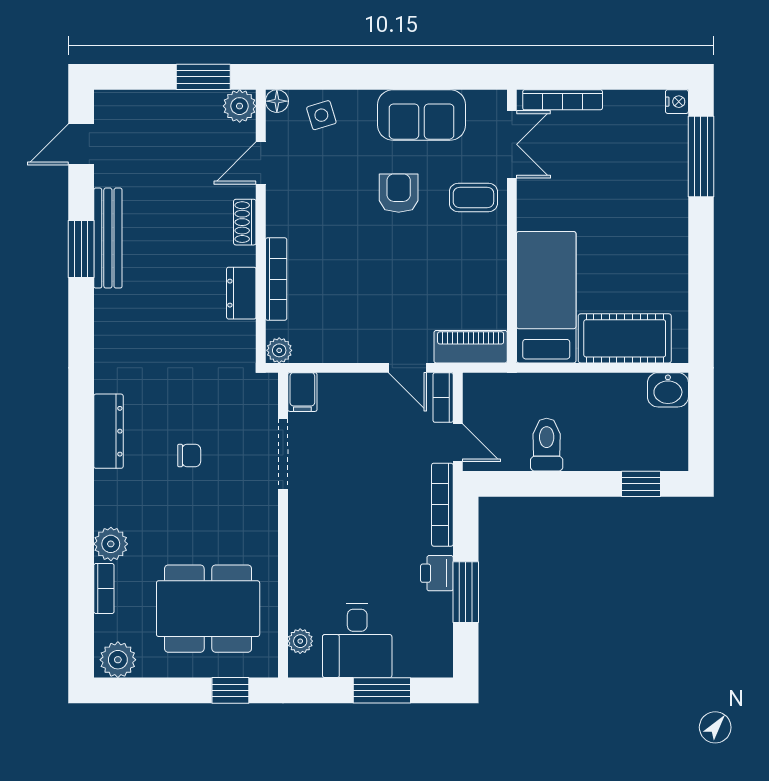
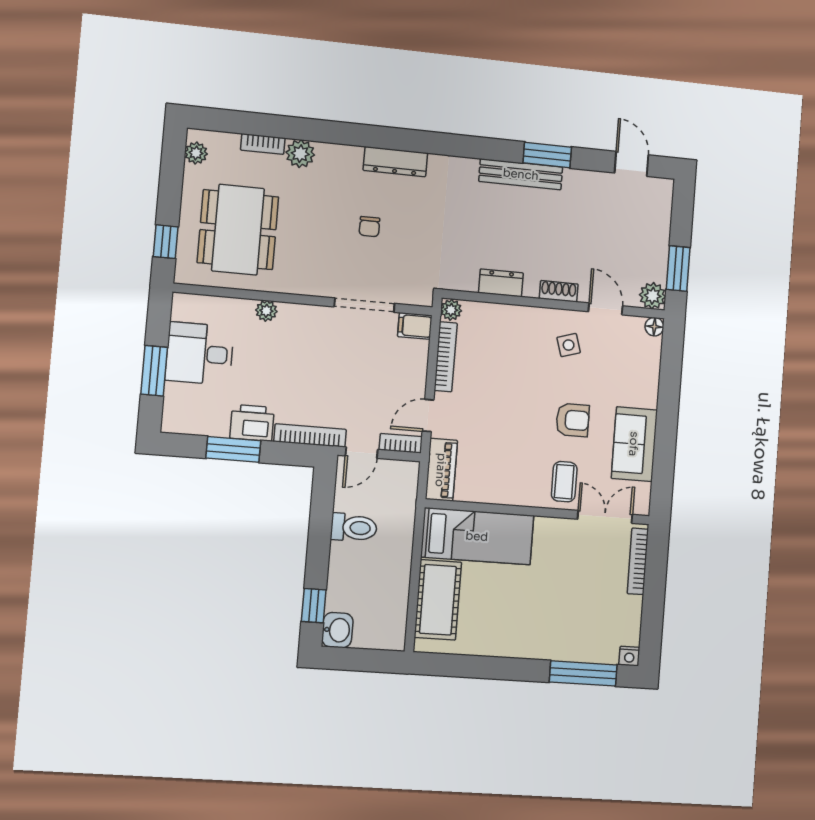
side table: (321, 115) -> (569, 345), moved
double door: (512, 144) -> (605, 517), swing flipped
bench: (108, 238) -> (521, 174), moved
bookcase: (276, 279) -> (446, 357), moved, turned -90
washbasin: (668, 390) -> (337, 630), moved, turned 180
printer: (437, 573) -> (252, 423), width x1.36, depth x1.24
plant: (300, 641) -> (266, 311), moved
plant: (118, 660) -> (196, 153), width x0.73, depth x0.73

